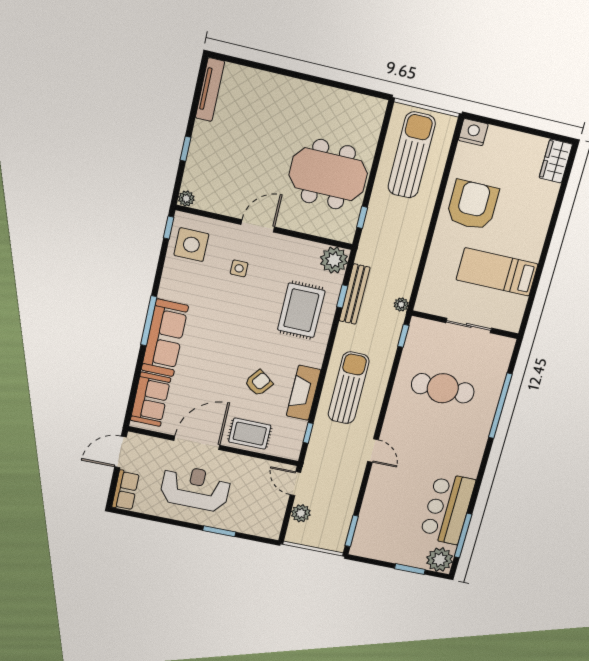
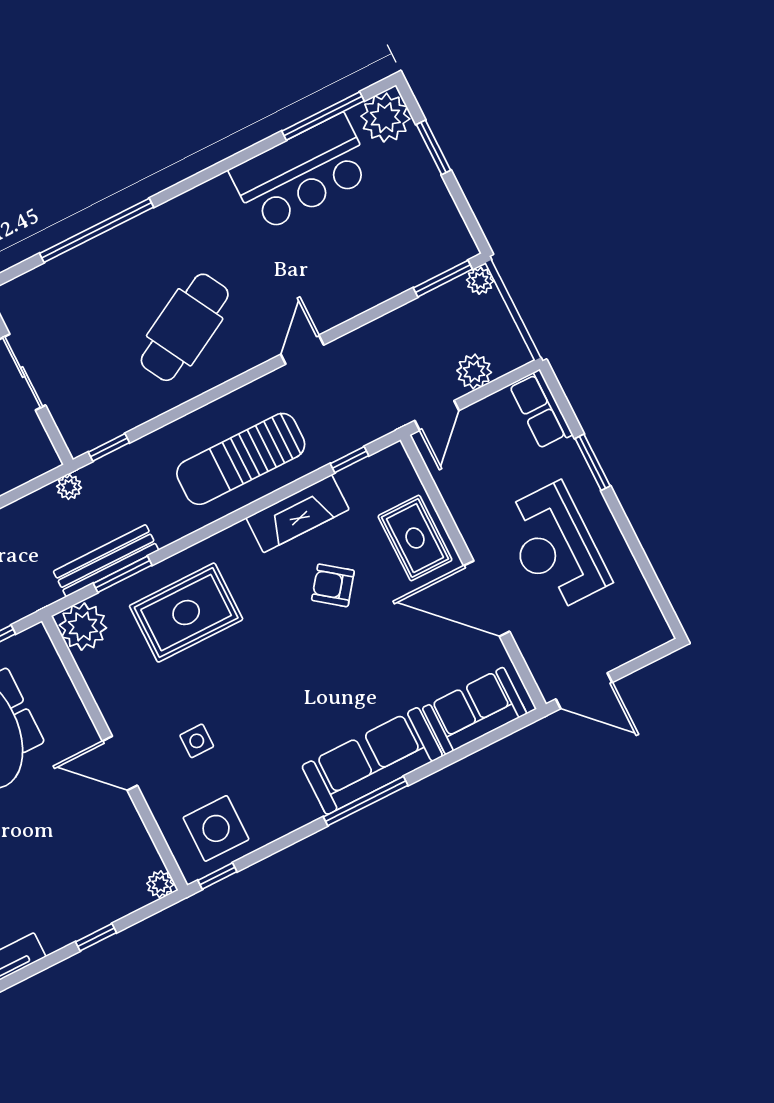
window: (342, 296) -> (123, 574), width x1.50
cafe table: (443, 388) -> (185, 327), moved, turned 61
row of seats: (126, 490) -> (541, 410), moved, turned -90
plant: (337, 545) -> (480, 281), added

